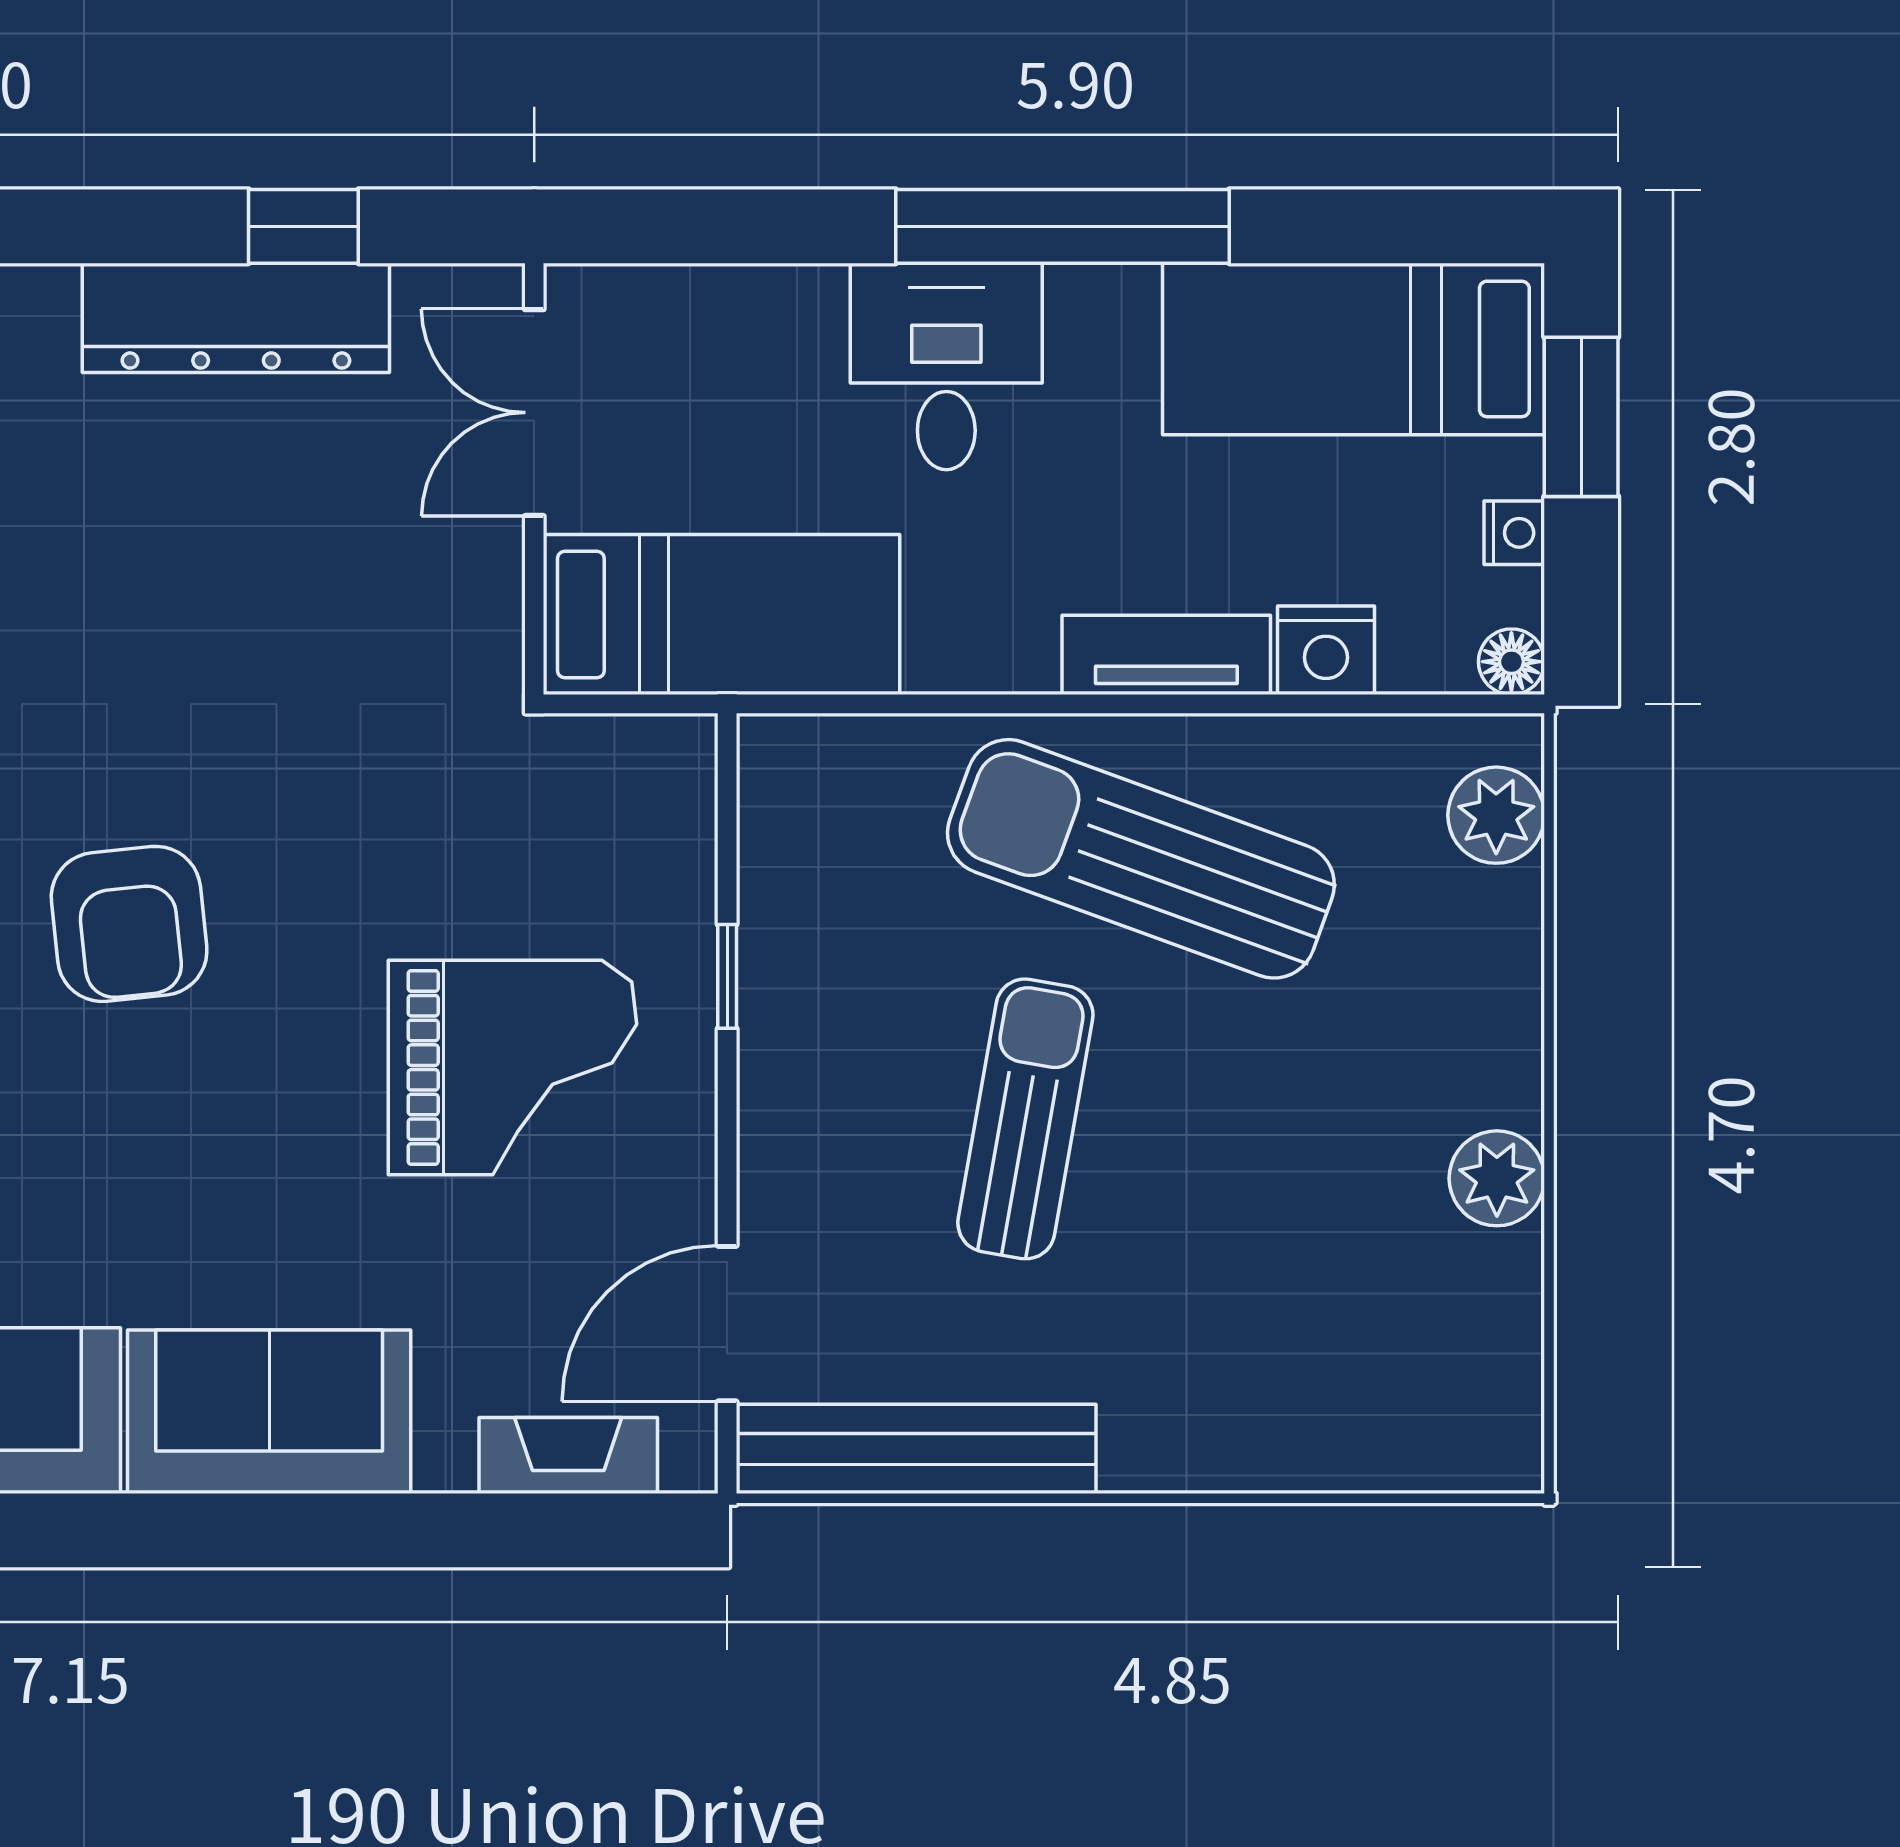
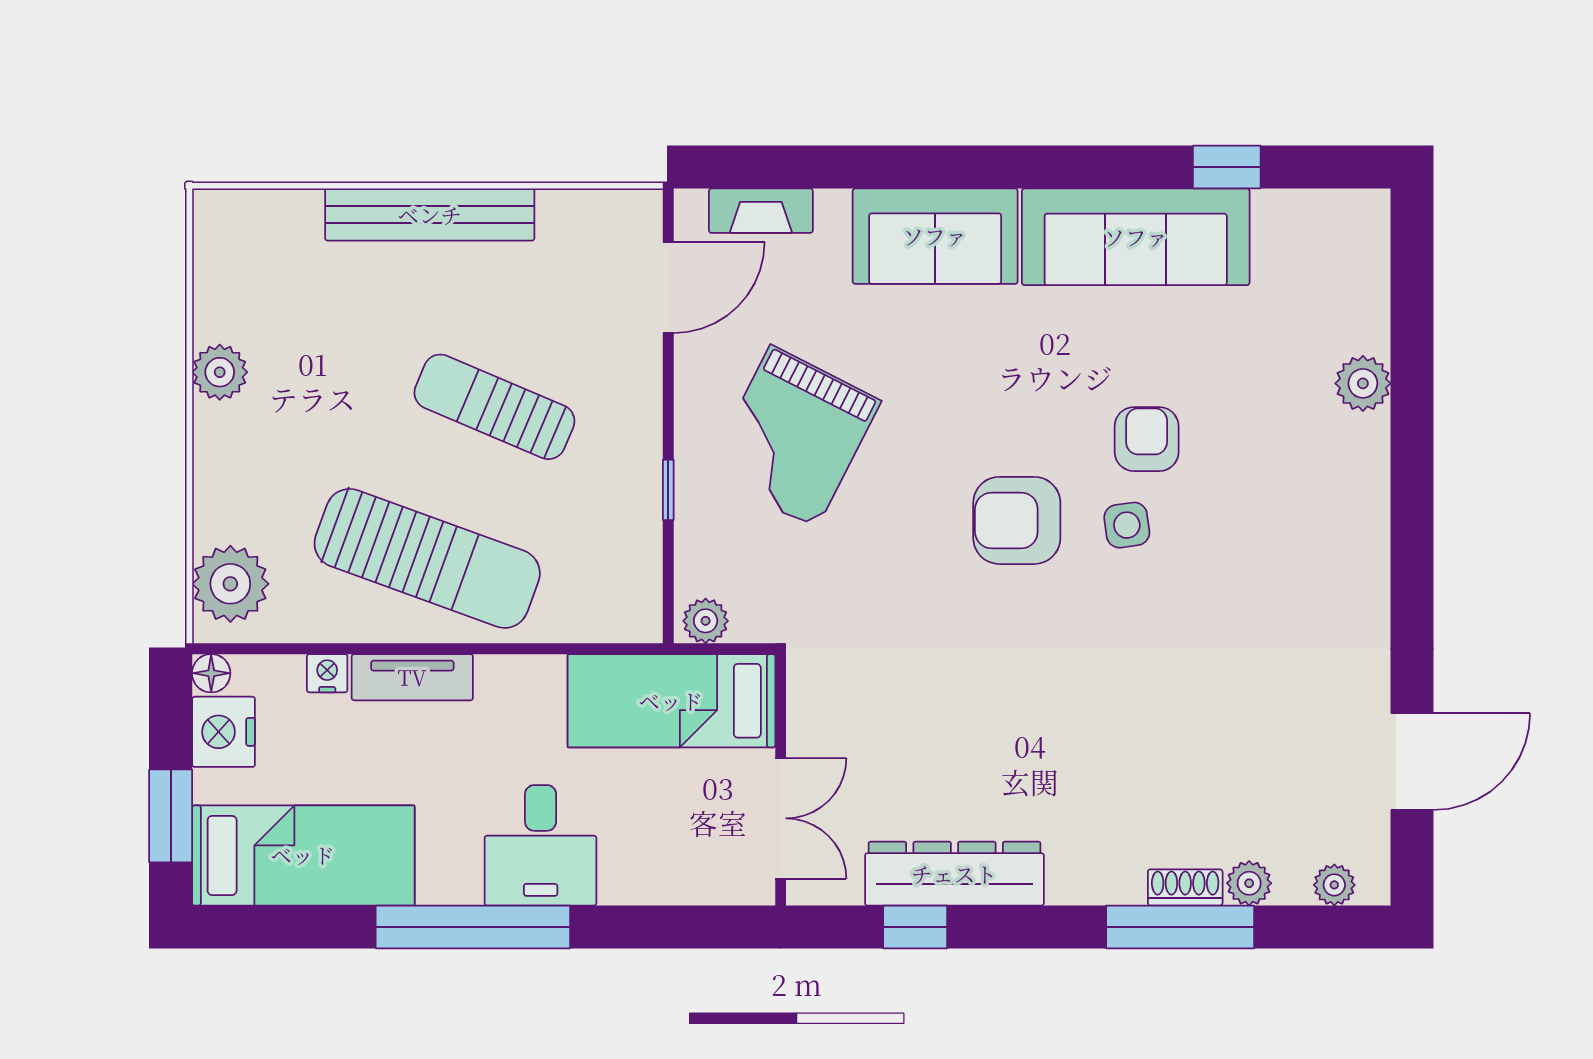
nightstand: (1514, 533) -> (224, 732), width x1.89, depth x1.79
nightstand: (1326, 650) -> (327, 673), width x0.72, depth x0.74
plant: (663, 752) -> (706, 621), added
plant: (1496, 815) -> (230, 584), width x1.36, depth x1.36
armchair: (129, 924) -> (1017, 520), turned -84
grand piano: (513, 1067) -> (793, 437), turned -63
sun lounger: (1025, 1119) -> (494, 407), turned 103
bench: (916, 1449) -> (430, 215), moved

